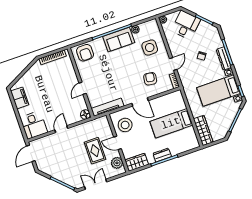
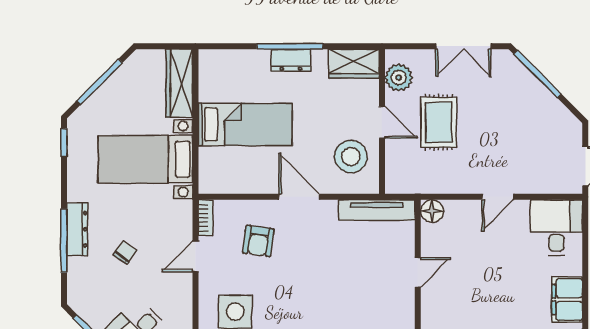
bed with nightstands: (218, 91) -> (145, 159), moved, turned 180

